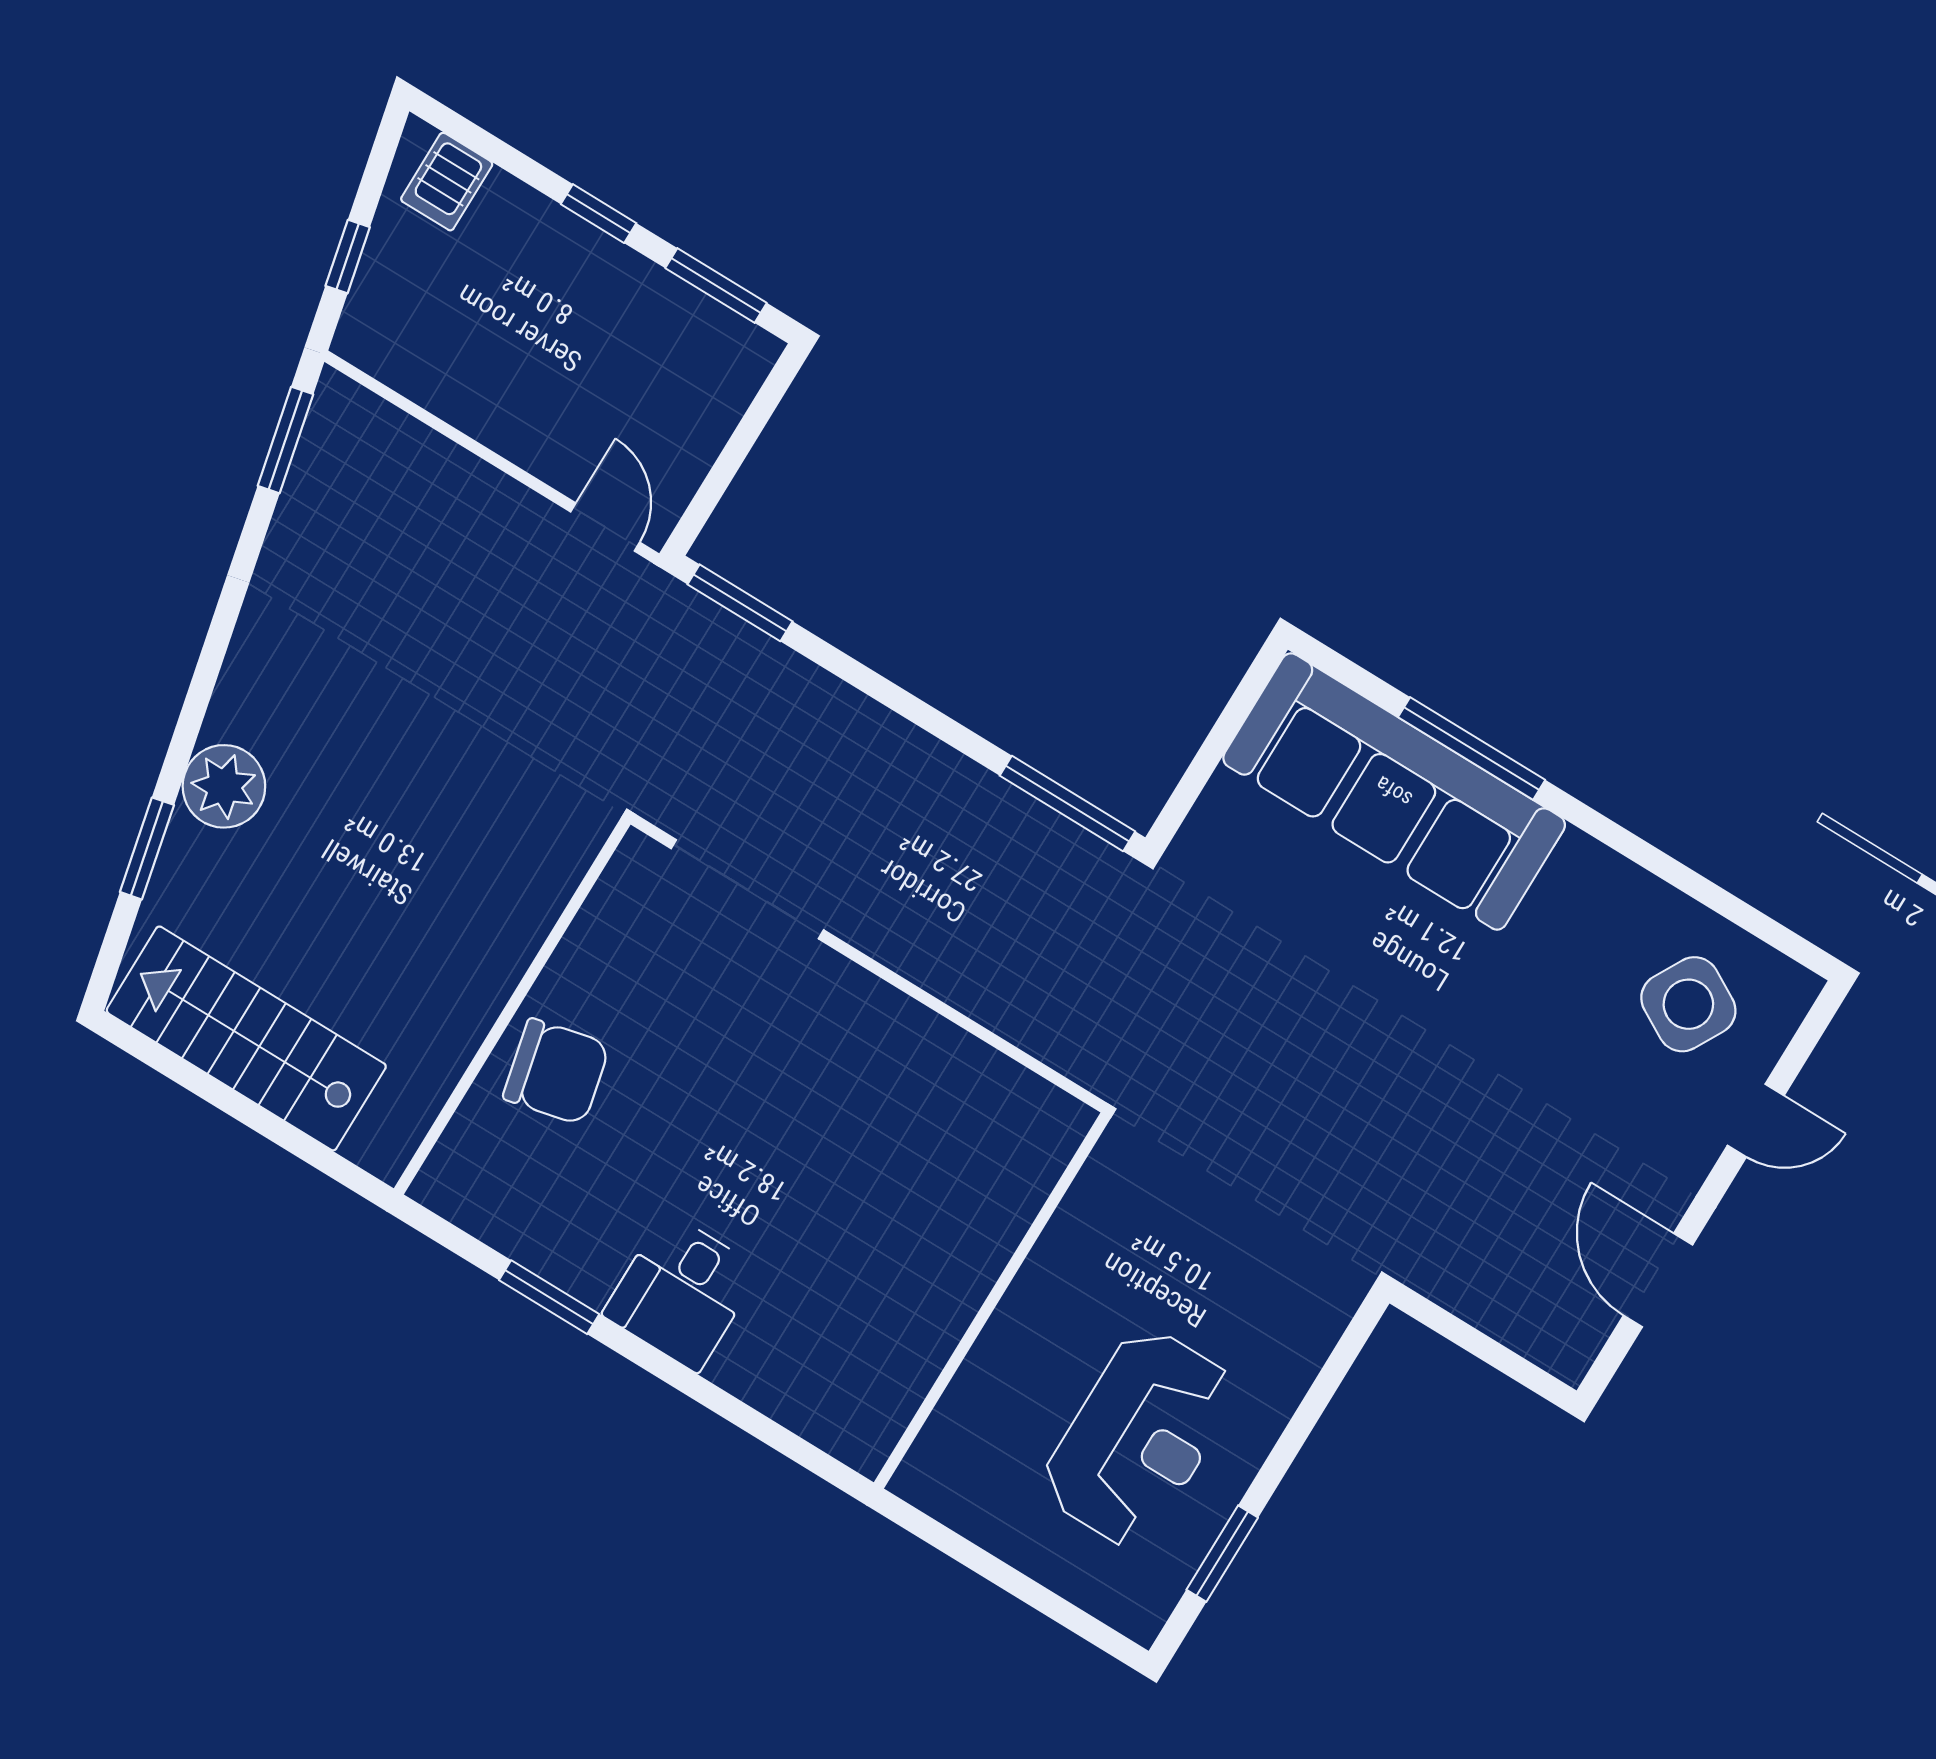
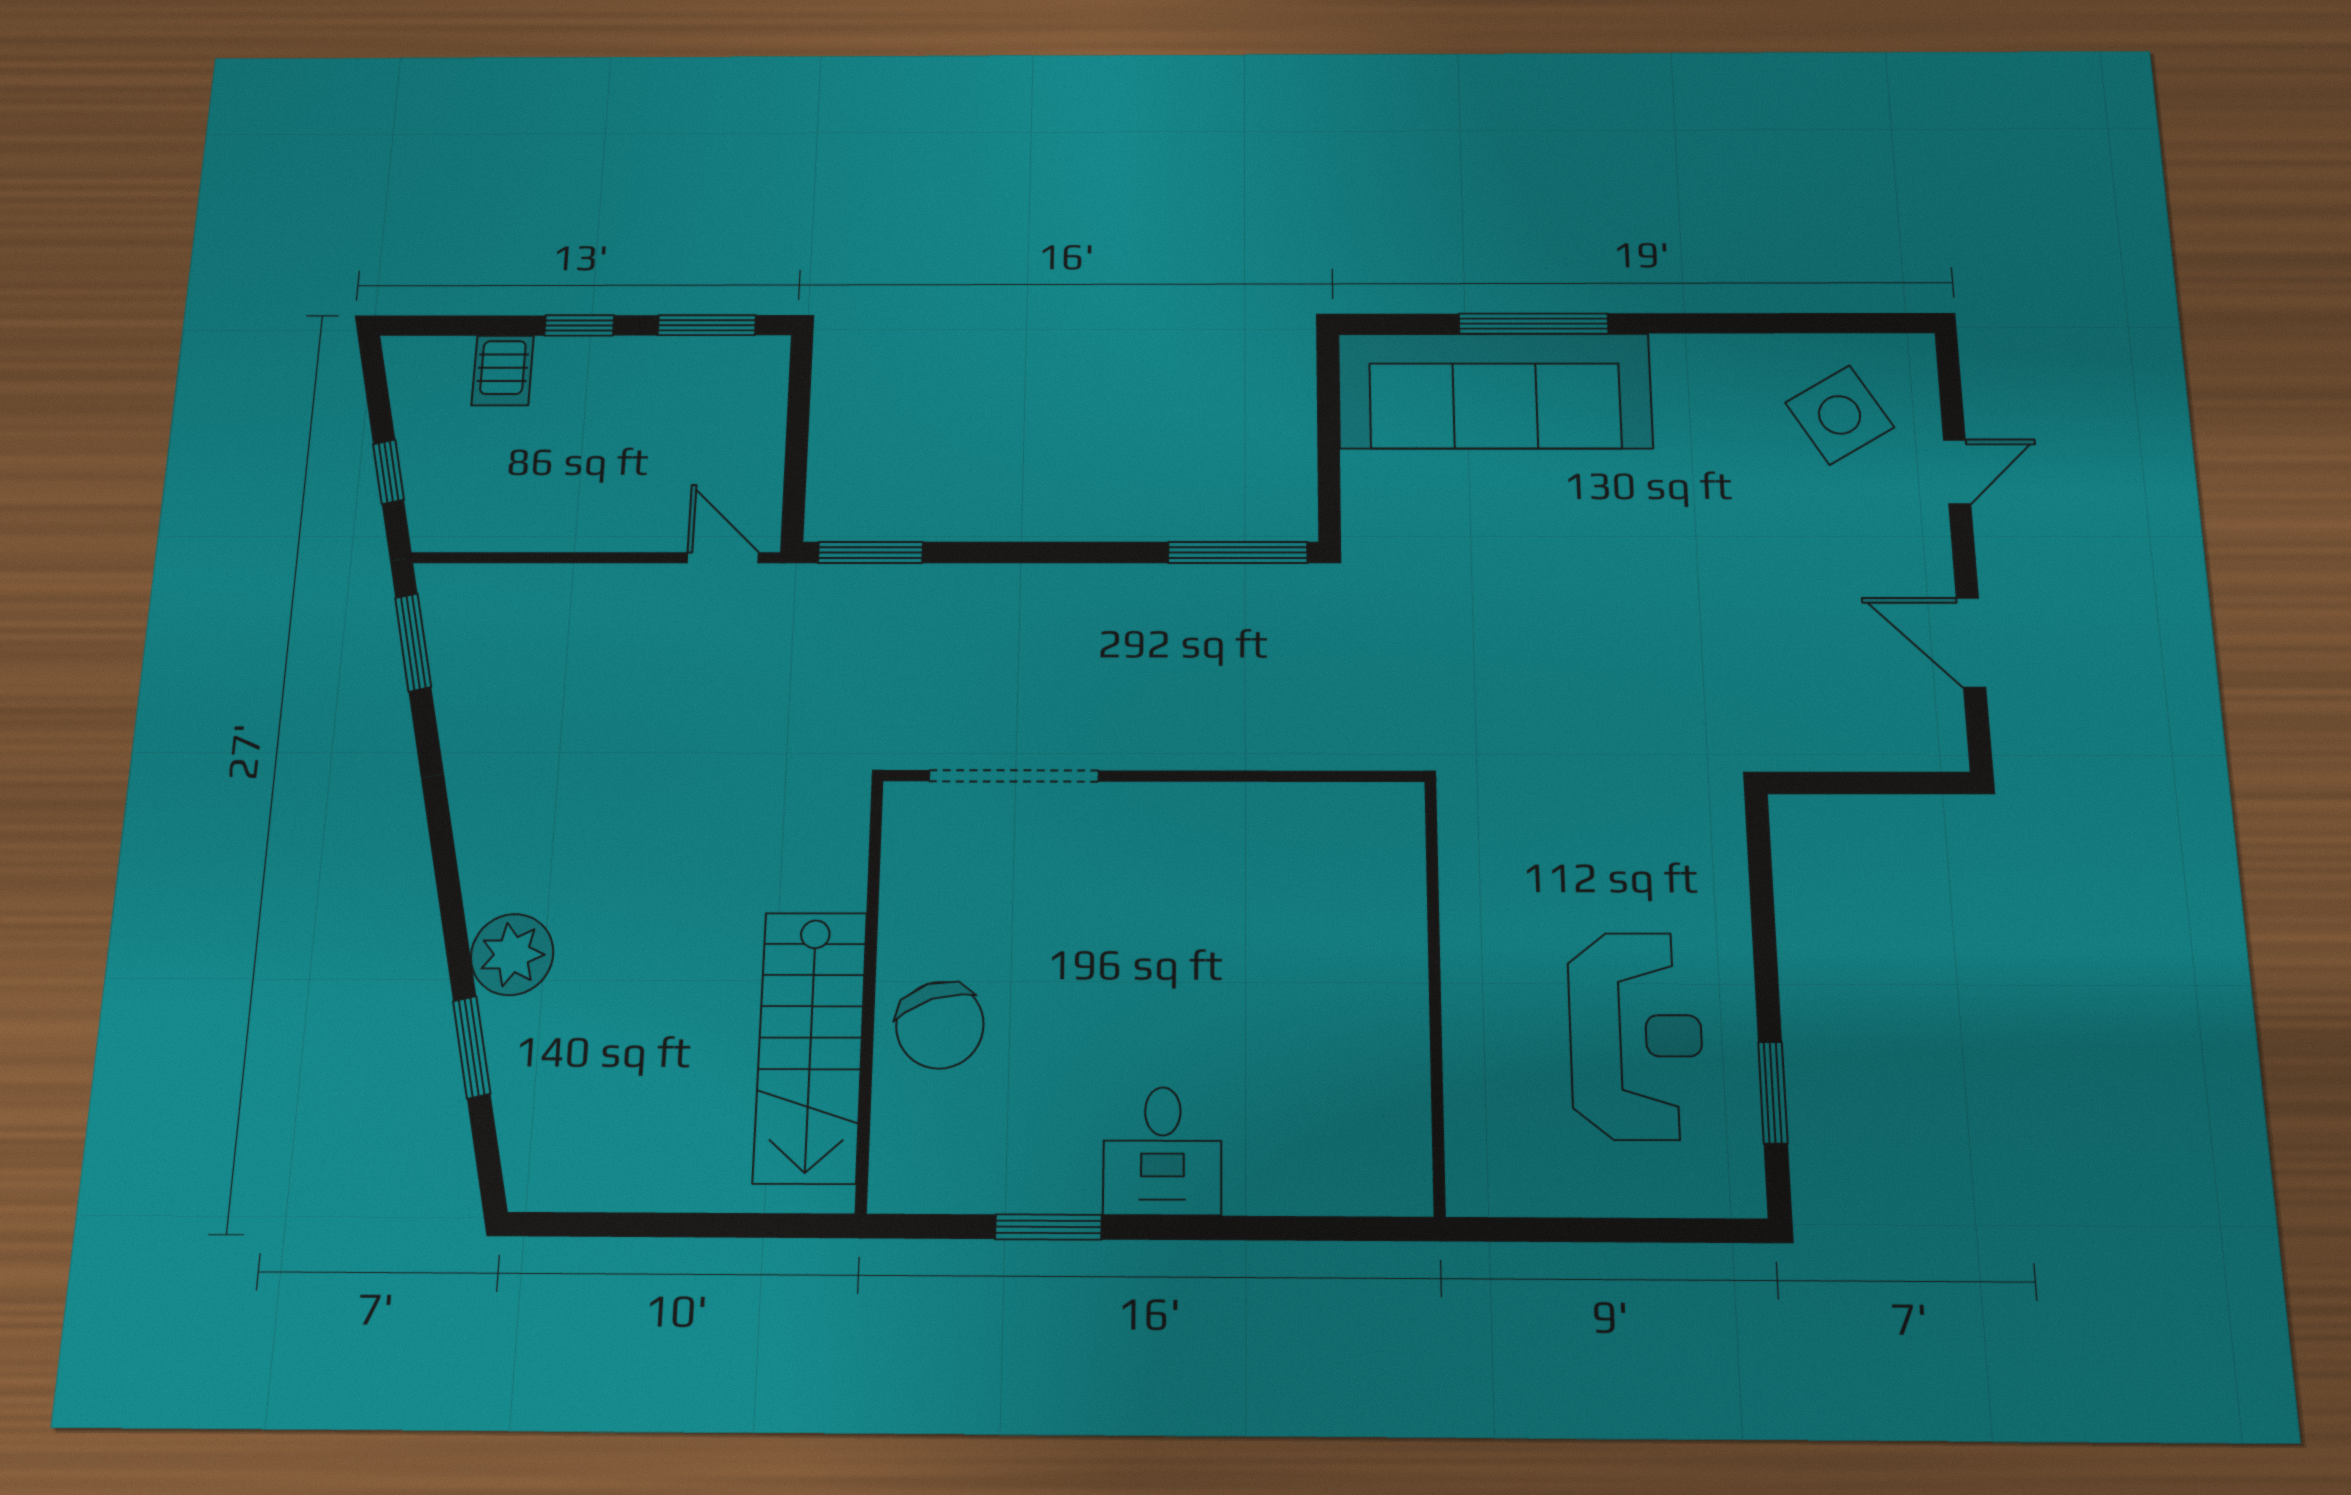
server rack: (447, 182) -> (503, 370), moved
side table: (1688, 1004) -> (1840, 415), turned 30
stairs: (246, 1038) -> (810, 1047), moved, turned -90
chair: (556, 1072) -> (940, 1025), turned 85

